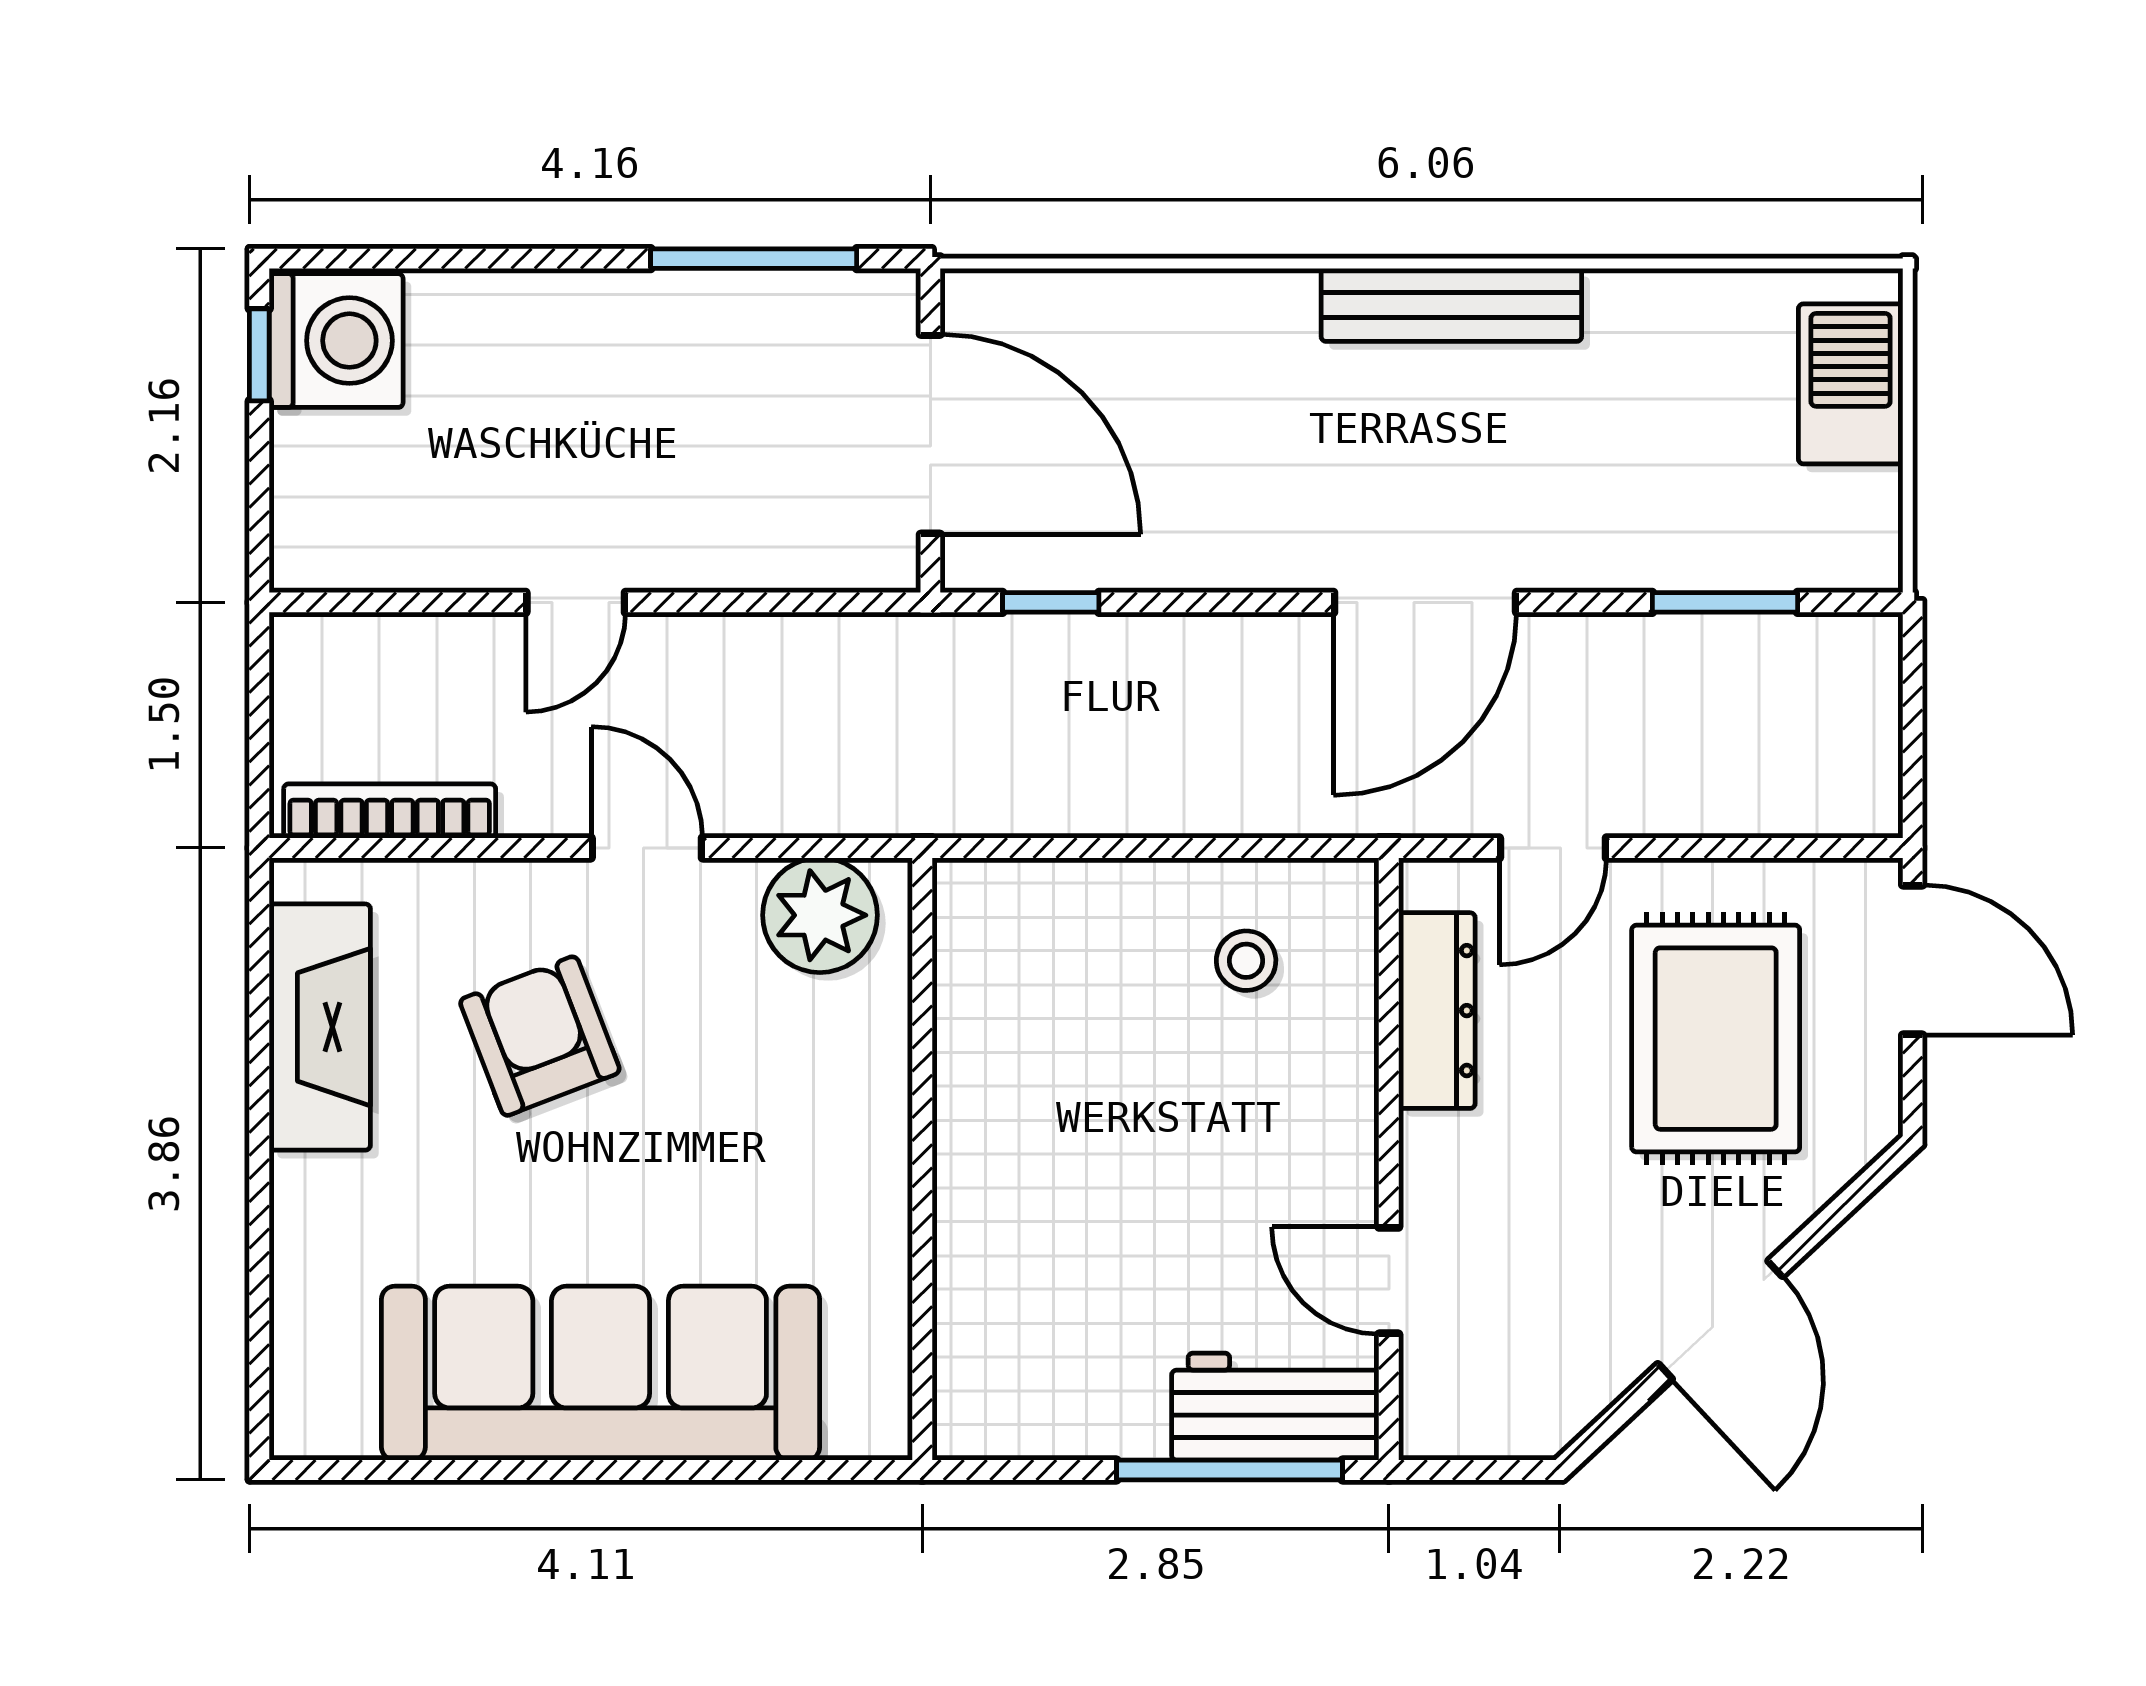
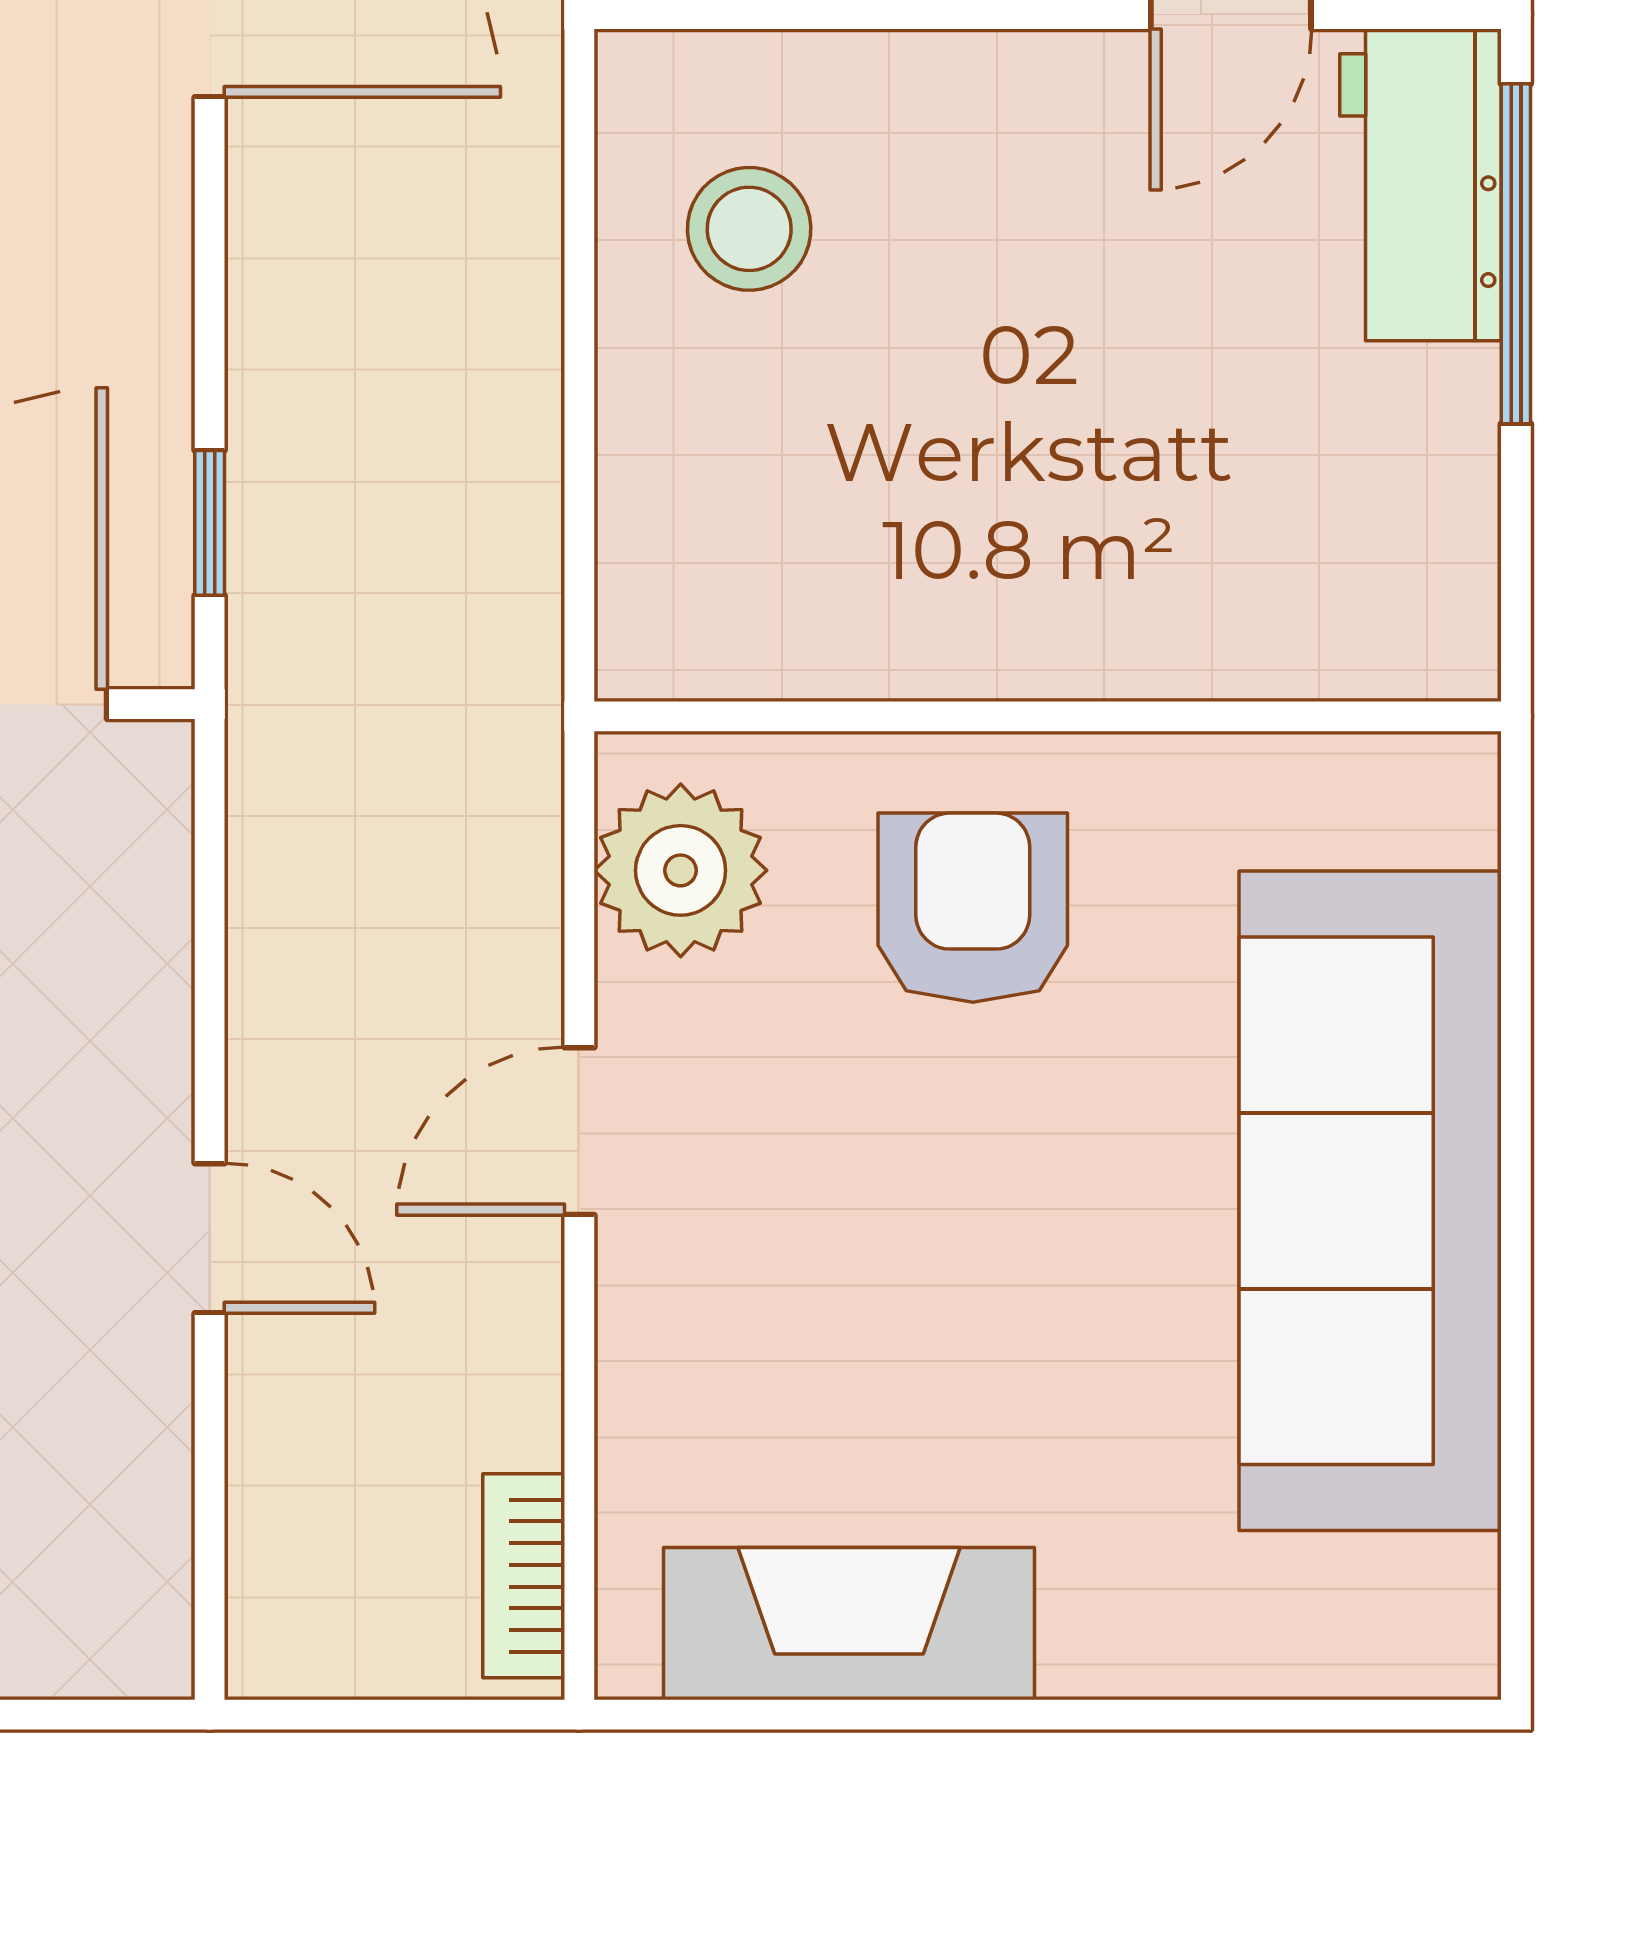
bookcase: (390, 811) -> (524, 1576), width x0.64
stool: (1246, 961) -> (749, 229), width x1.37, depth x1.37
armchair: (540, 1036) -> (973, 908), moved, turned 111

